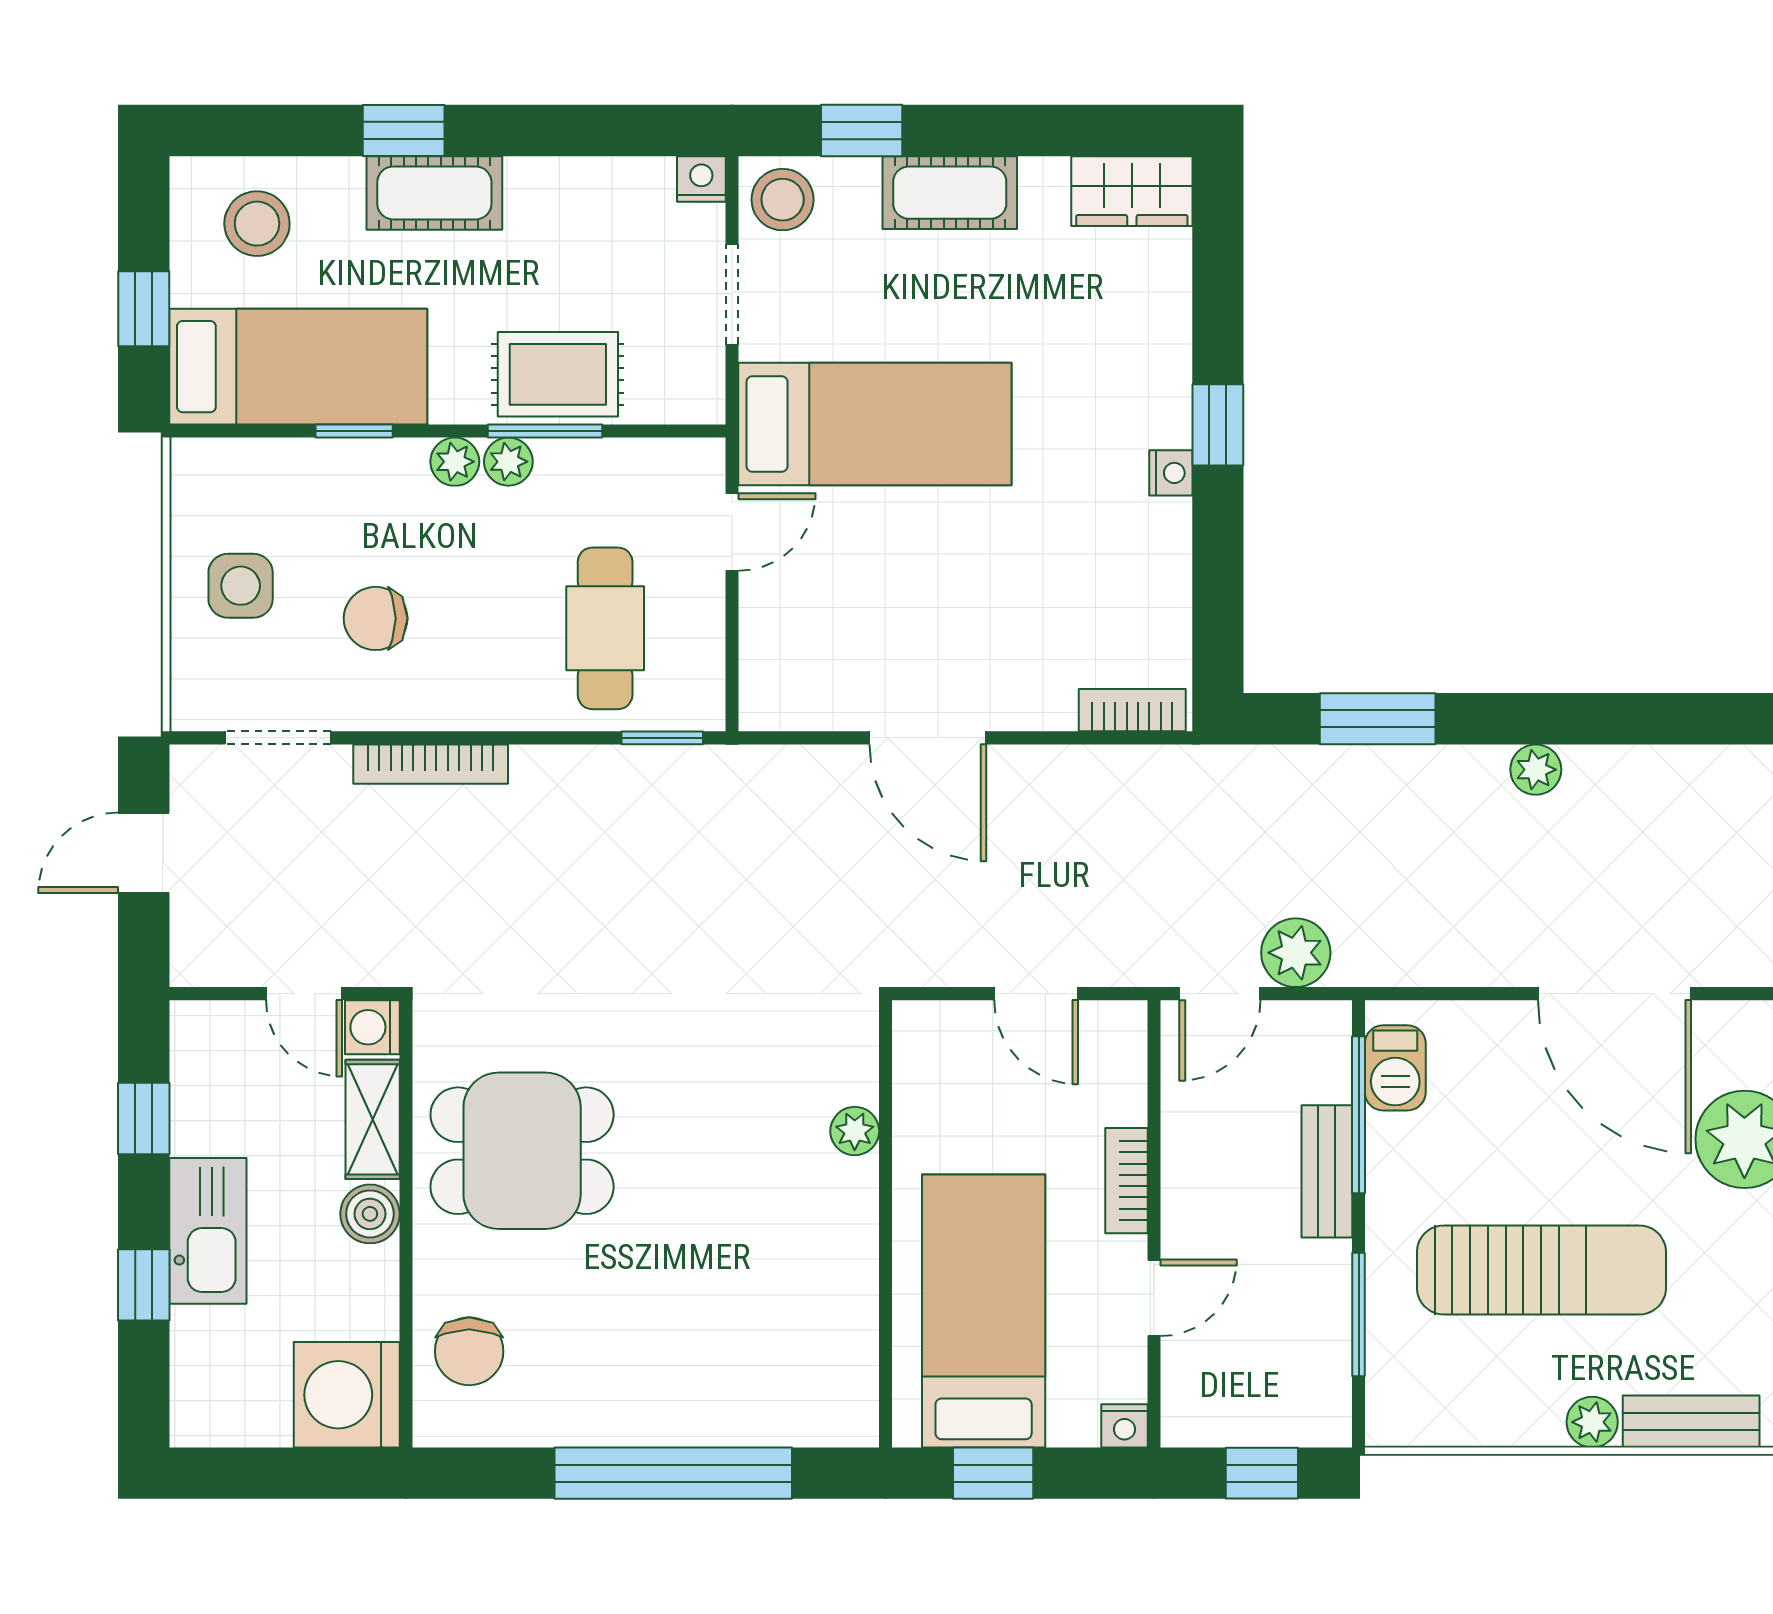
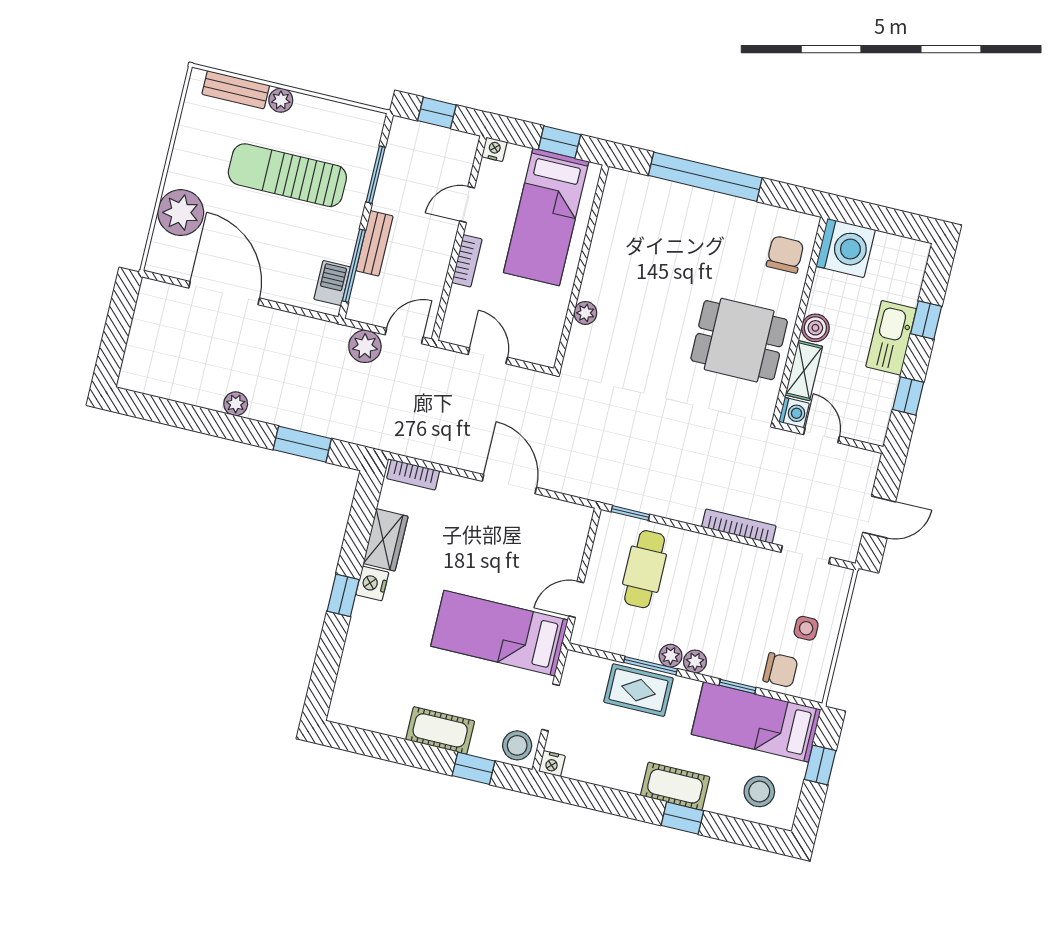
wardrobe: (1132, 191) -> (386, 540), moved, turned 90
nightstand: (1171, 473) -> (372, 583), width x1.39, depth x1.35
side table: (241, 586) -> (806, 628), width x0.73, depth x0.73
chair: (376, 618) -> (780, 670), moved

